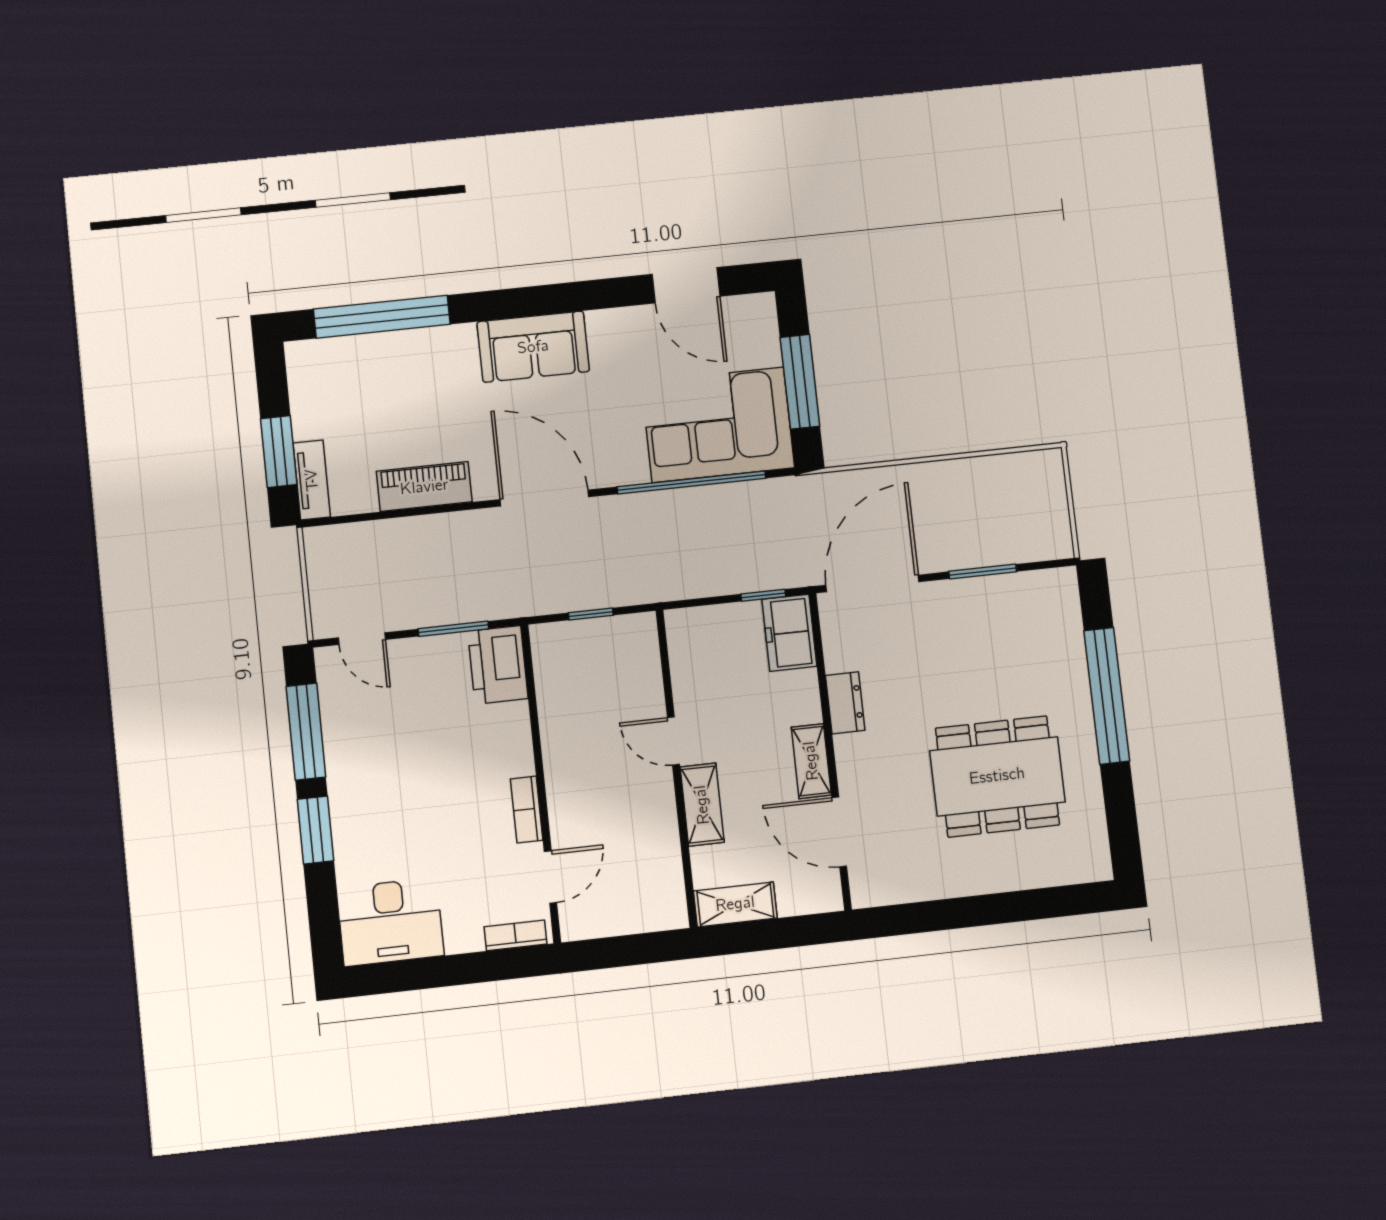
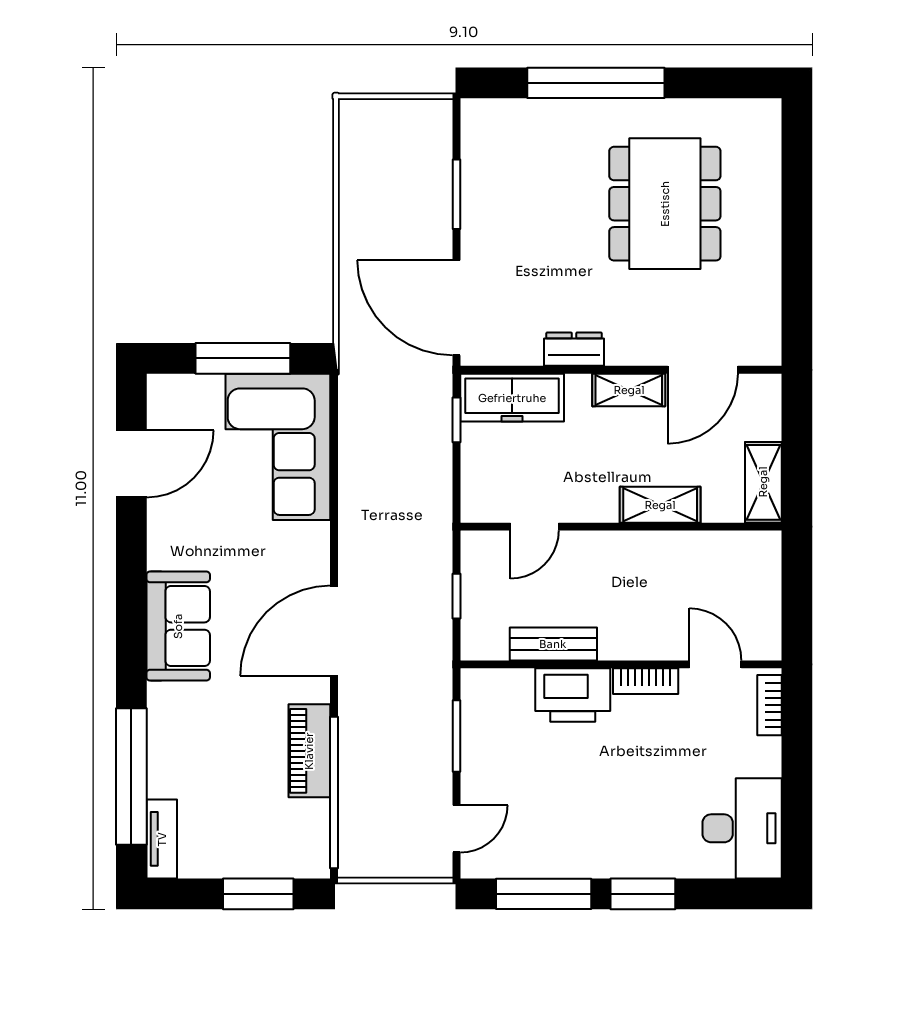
tv unit: (312, 480) -> (162, 839), moved, turned 90
window: (691, 482) -> (334, 792), moved
freezer: (789, 633) -> (512, 398), width x1.40
printer: (498, 665) -> (573, 695), moved
bench: (554, 714) -> (553, 644), added
door: (673, 741) -> (534, 527), moved

